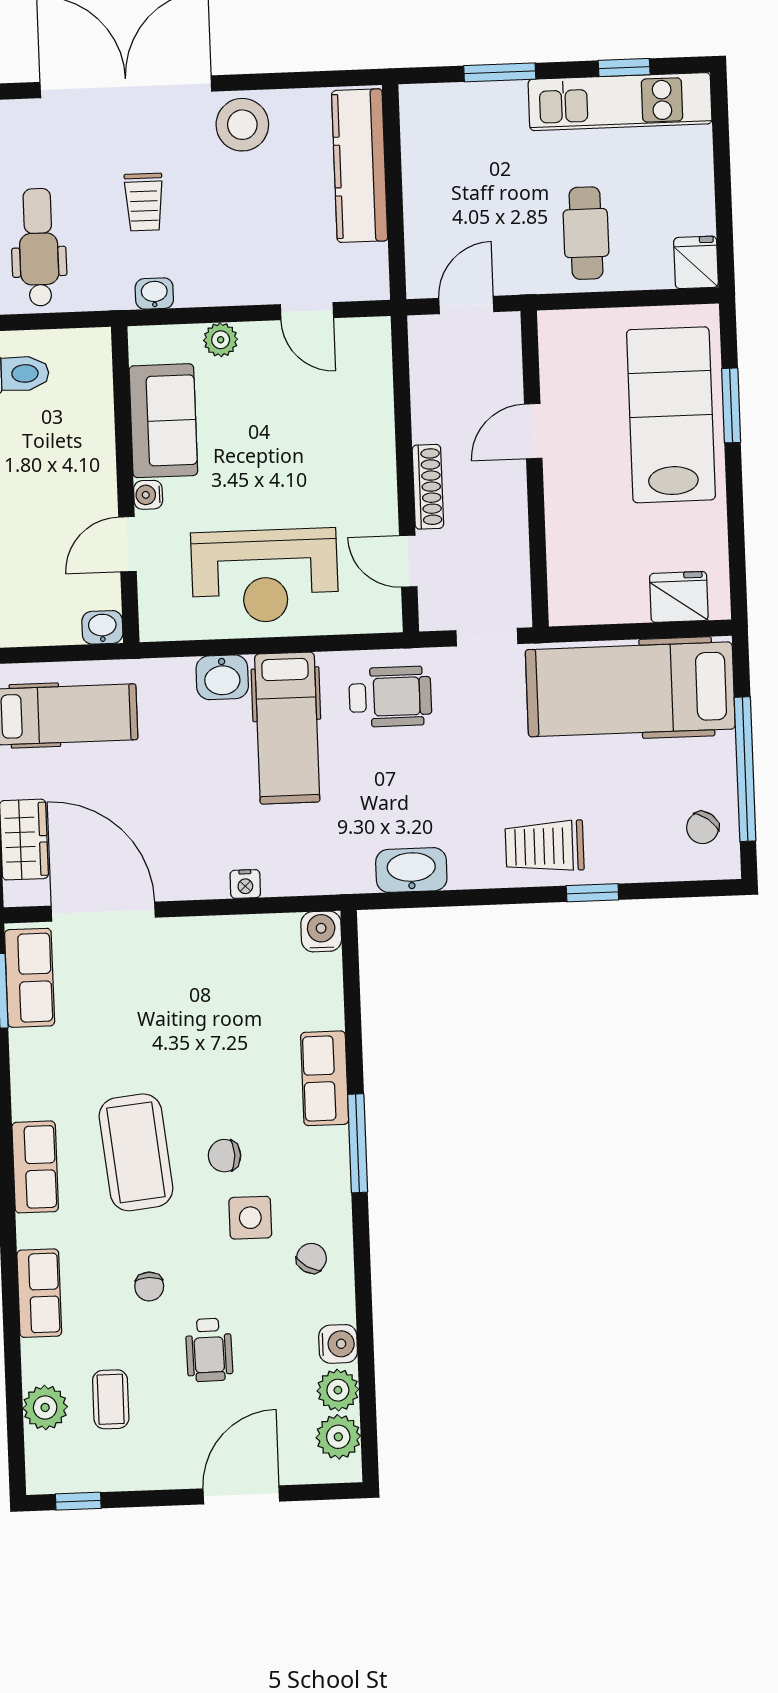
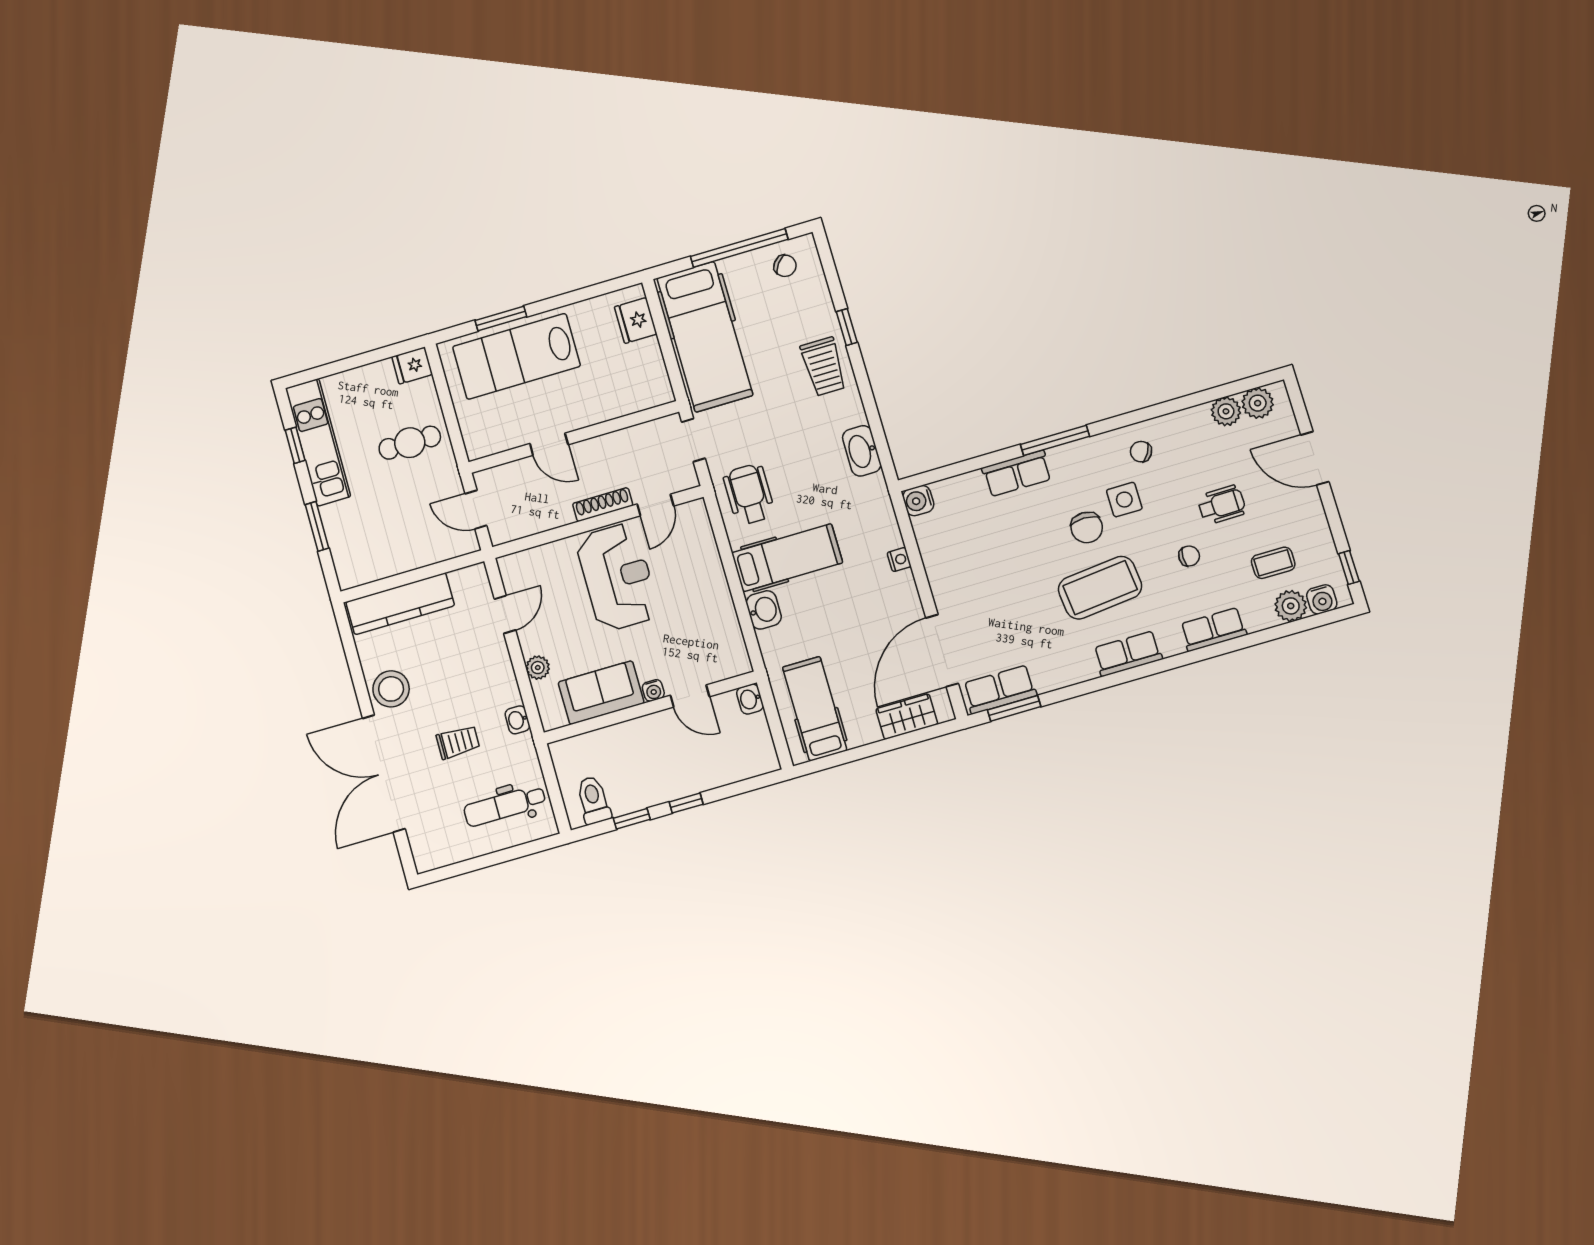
reception desk: (265, 576) -> (617, 577), moved
chair: (224, 1156) -> (1087, 527), width x1.37, depth x1.37
water cooler: (338, 1344) -> (1322, 599), moved, turned 180

